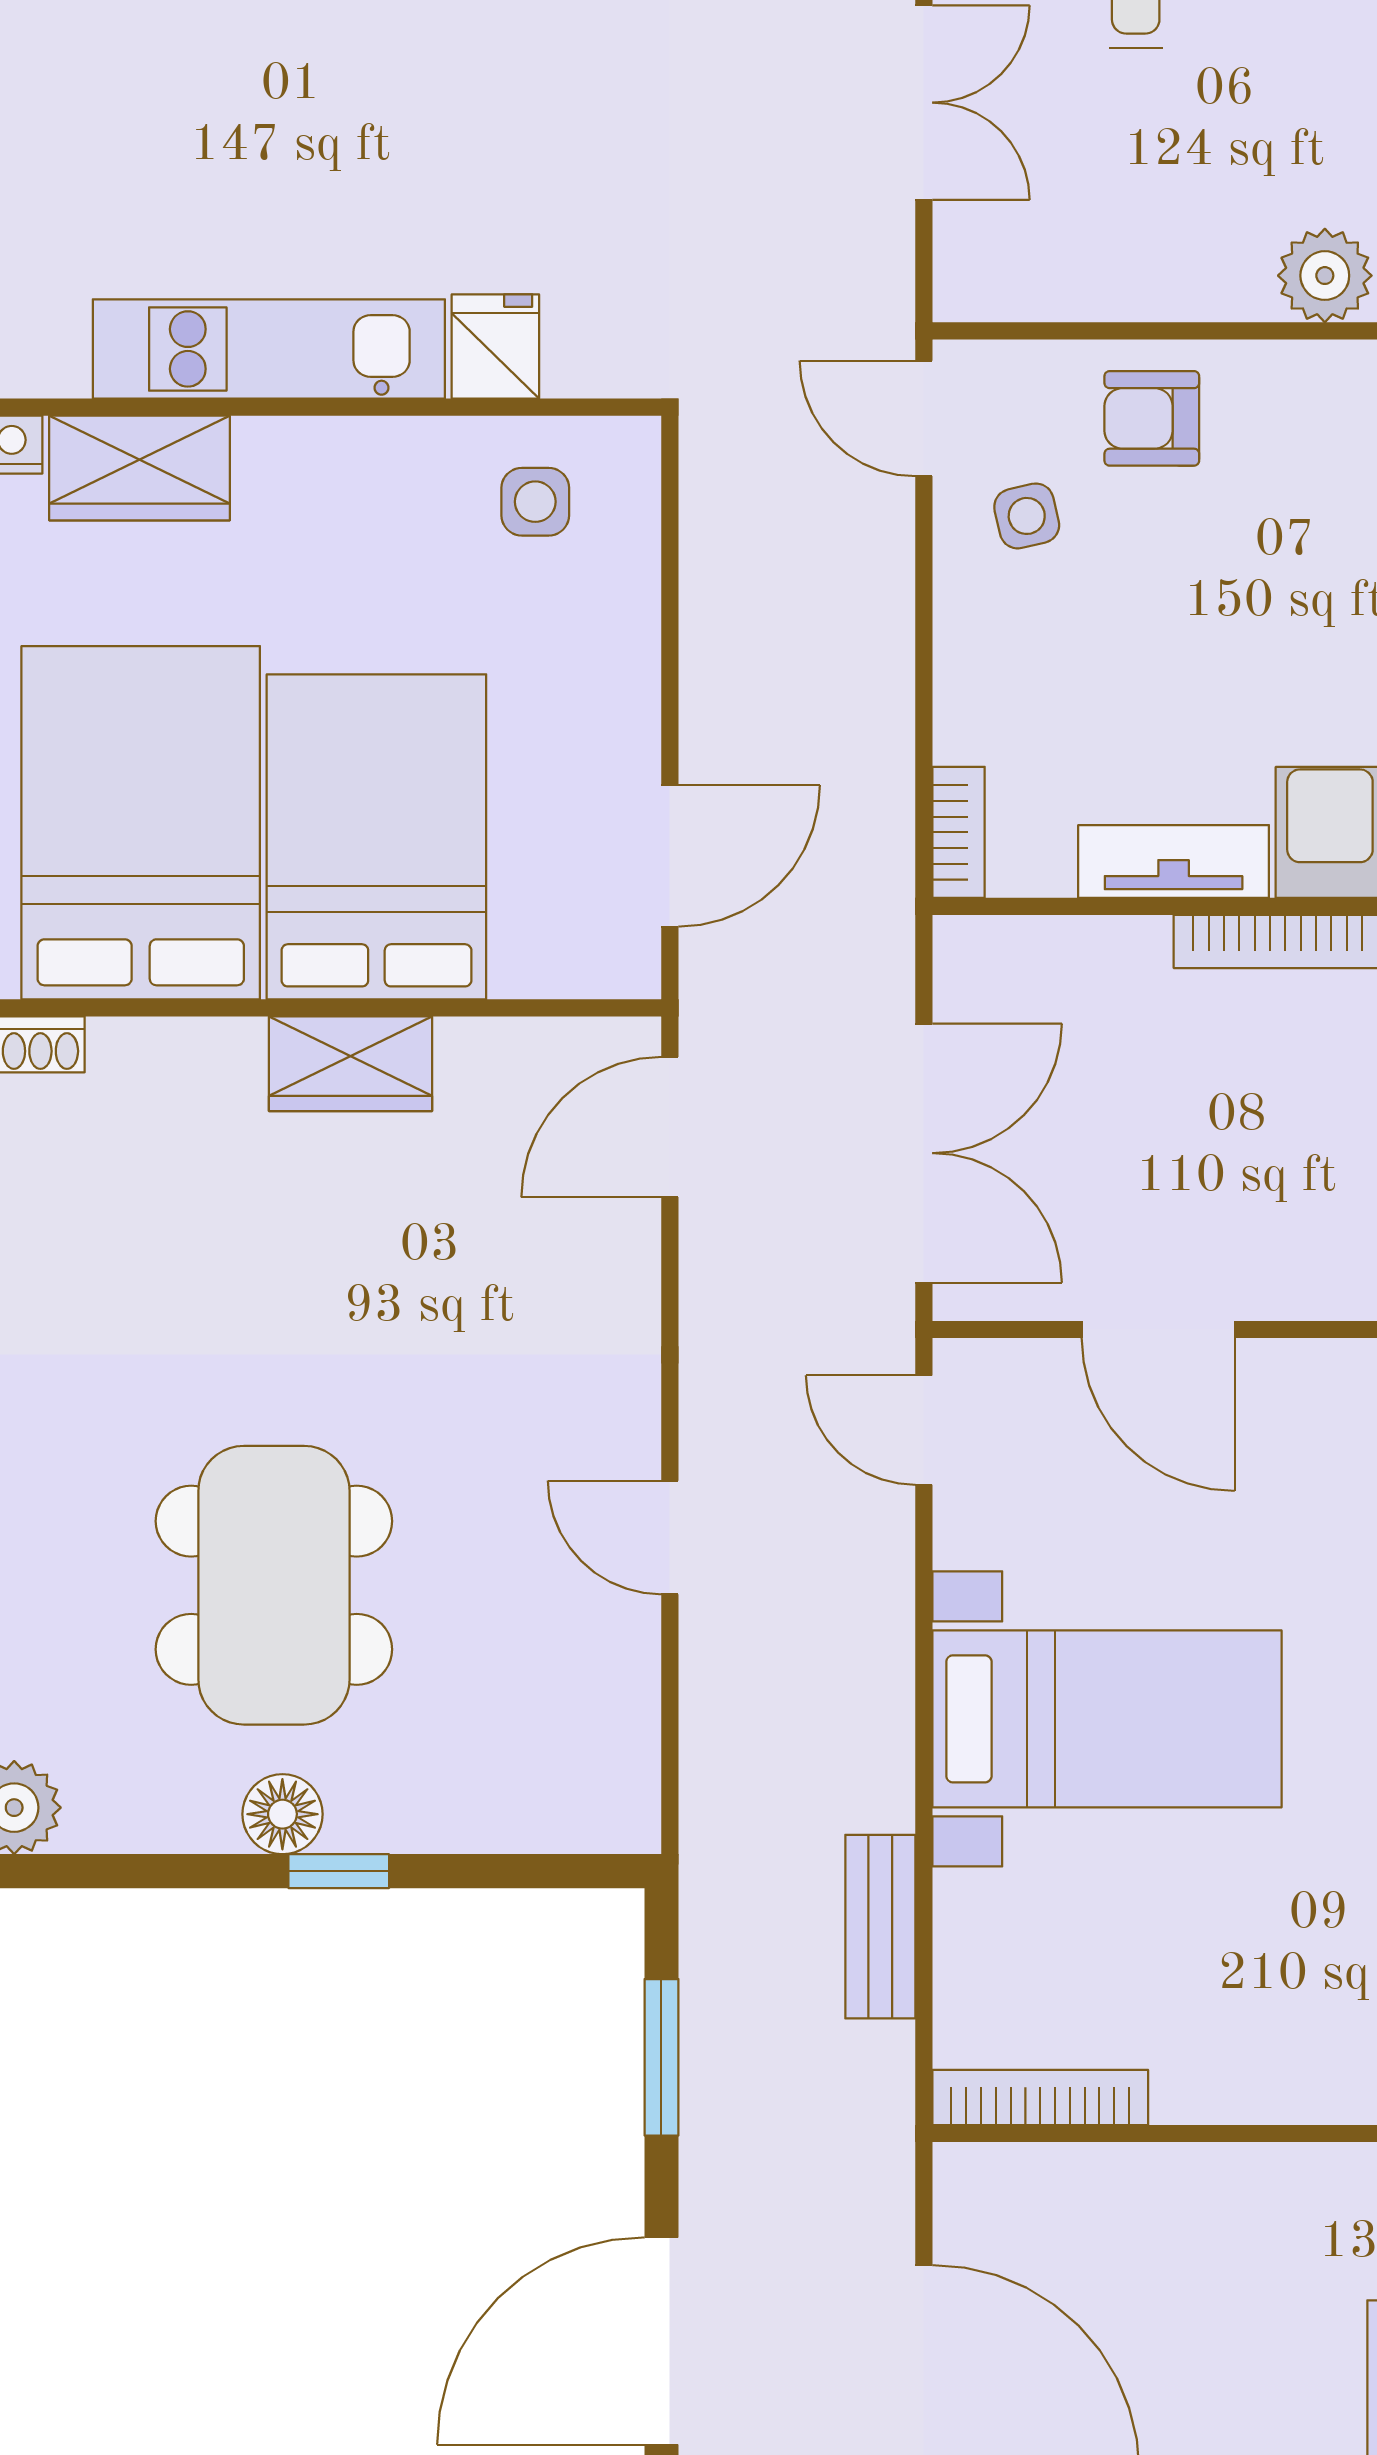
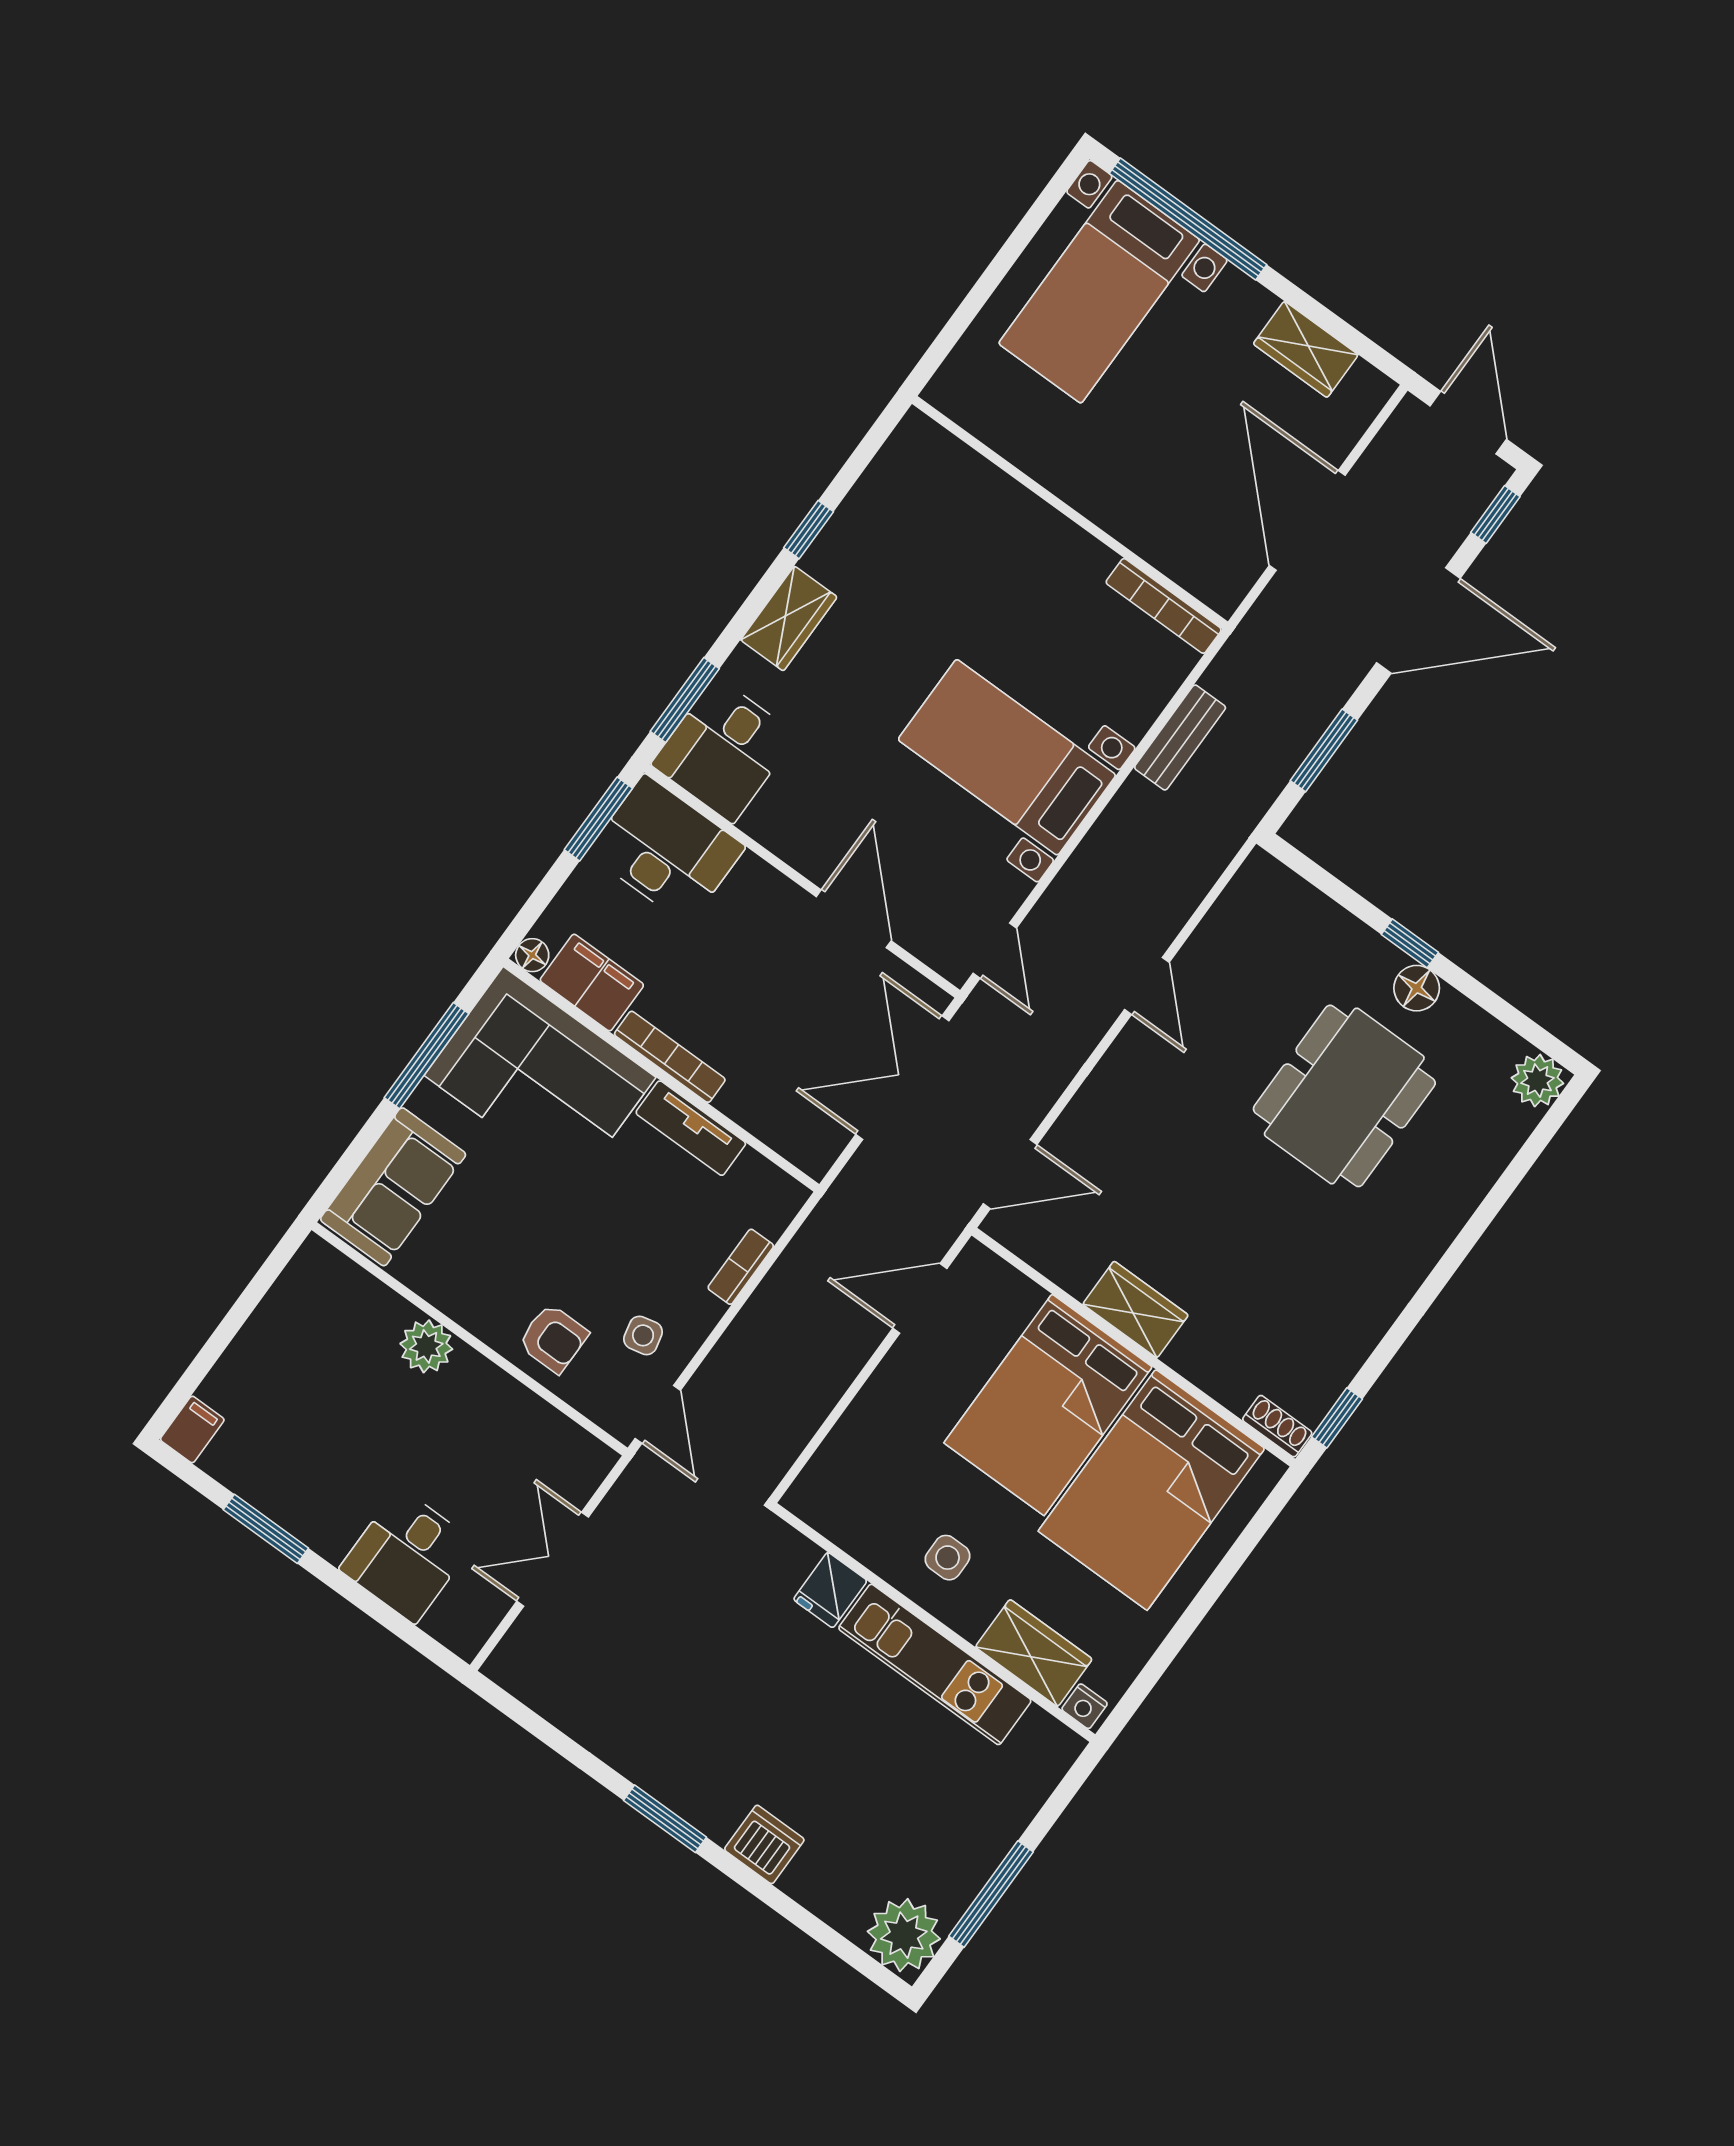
side table: (535, 502) -> (948, 1558), moved
bookcase: (959, 832) -> (741, 1267), moved

